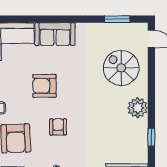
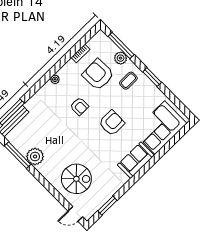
plant: (138, 108) -> (35, 157), moved
window: (151, 137) -> (18, 155), width x2.17

